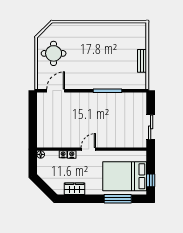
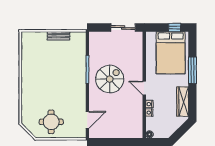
door: (56, 91) -> (87, 120), swing flipped
spiral stairs: (98, 114) -> (110, 79), added
wardrobe: (74, 189) -> (183, 102), width x1.50
window: (118, 199) -> (192, 70), moved

